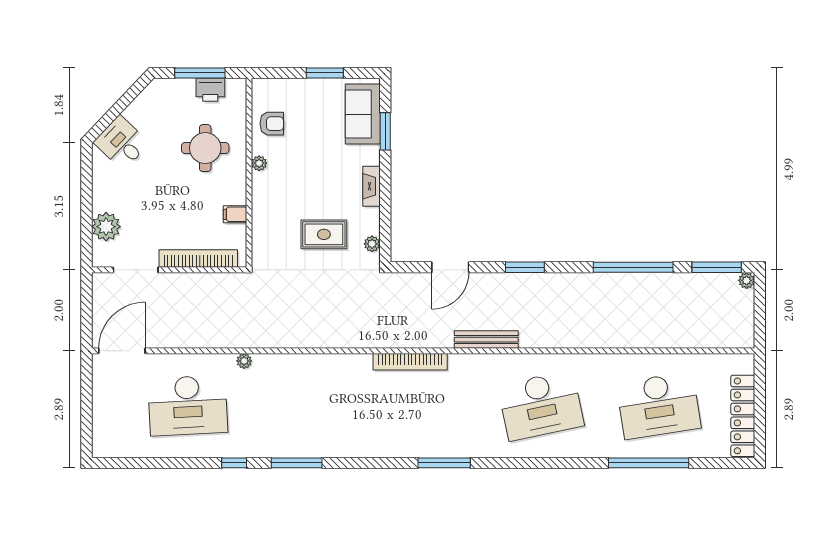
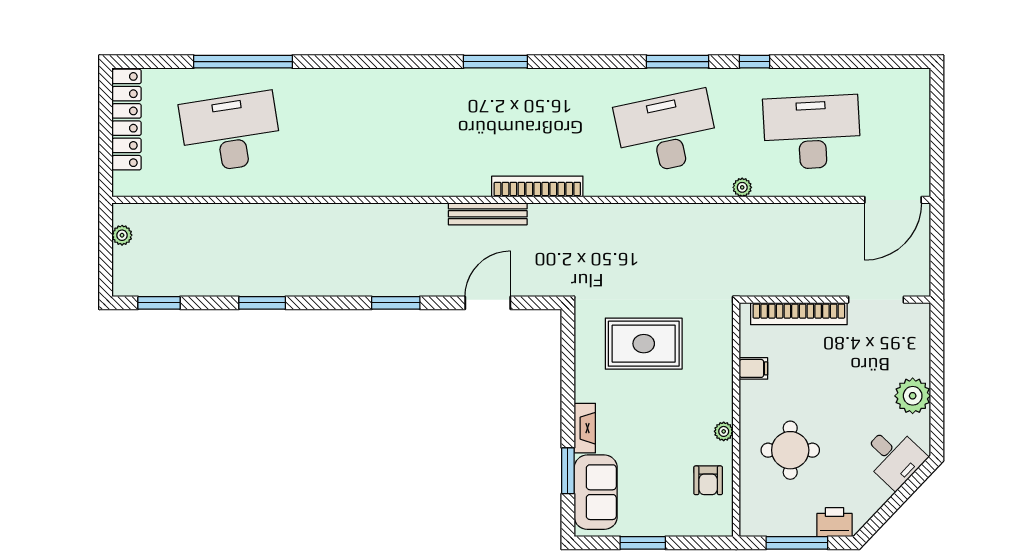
printer: (210, 90) -> (835, 522), moved
armchair: (272, 124) -> (708, 480), turned -90
fireplace: (372, 186) -> (585, 428), moved
plant: (106, 227) -> (913, 396), moved
rug: (324, 234) -> (644, 344), width x1.36, depth x1.43
plant: (372, 244) -> (584, 332), removed
window: (633, 267) -> (262, 303), width x0.47
window: (717, 267) -> (159, 303), width x0.69
plant: (747, 280) -> (122, 235), moved
bench: (486, 340) -> (488, 214), moved
desk: (541, 406) -> (667, 132), moved

